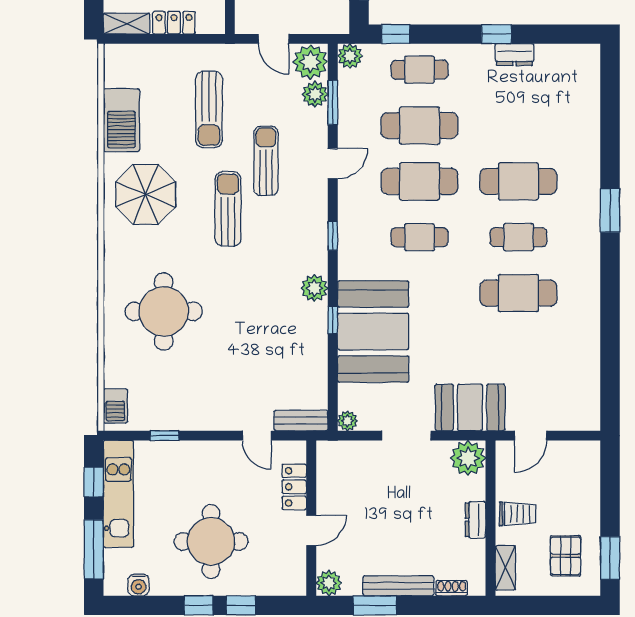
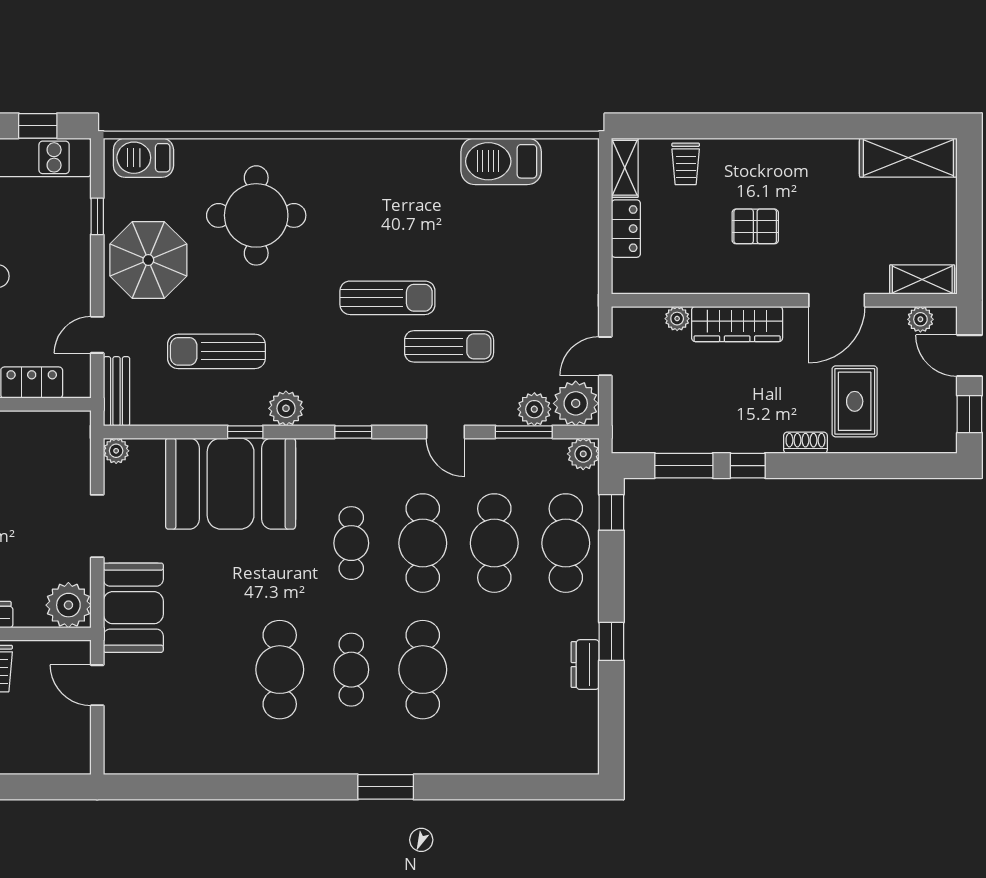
cafe table: (420, 70) -> (566, 543), width x1.37, depth x1.35
sun lounger: (209, 109) -> (216, 351), moved
parasol: (146, 194) -> (148, 260), moved
barbecue: (115, 406) -> (143, 158), width x1.38, depth x1.27

